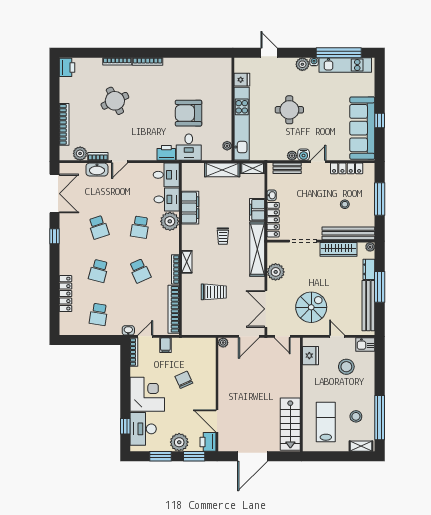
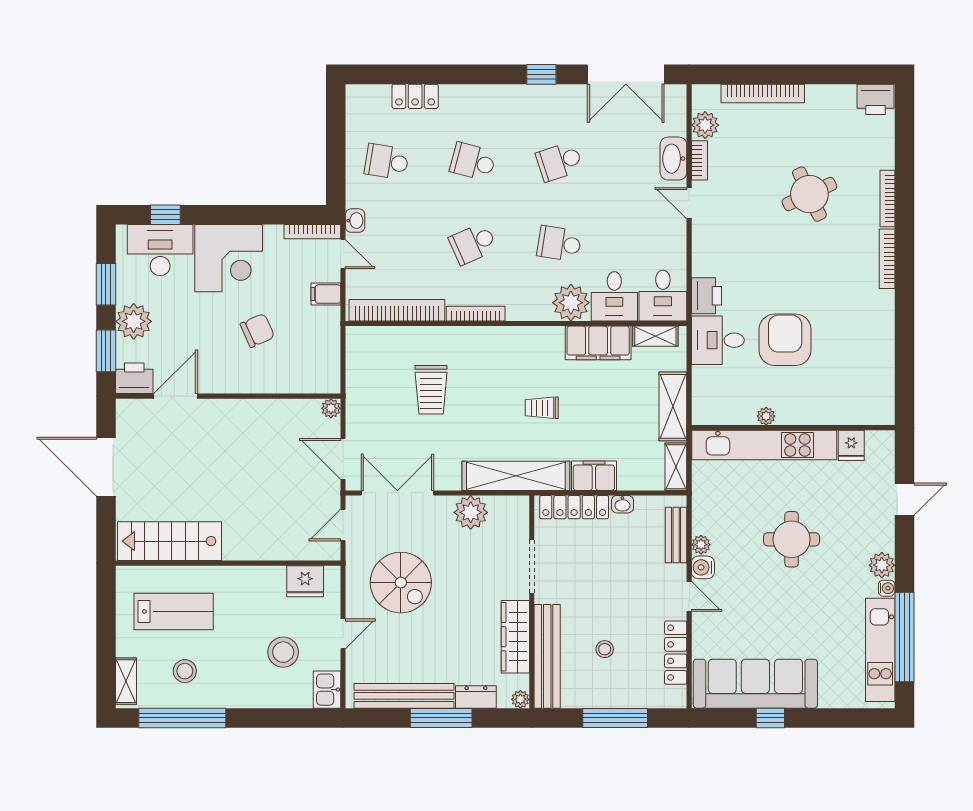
plant: (227, 146) -> (766, 416), moved
shelving: (187, 262) -> (655, 336), moved
locker: (66, 294) -> (415, 96), width x0.66

